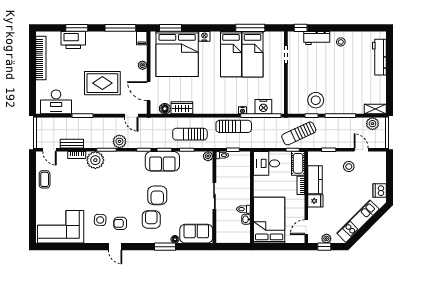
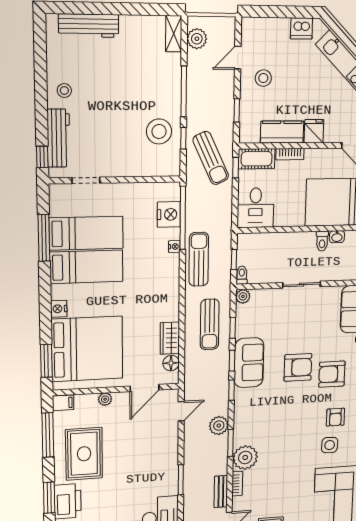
workbench: (317, 38) -> (58, 138), width x1.38
rug: (102, 83) -> (84, 454), moved

